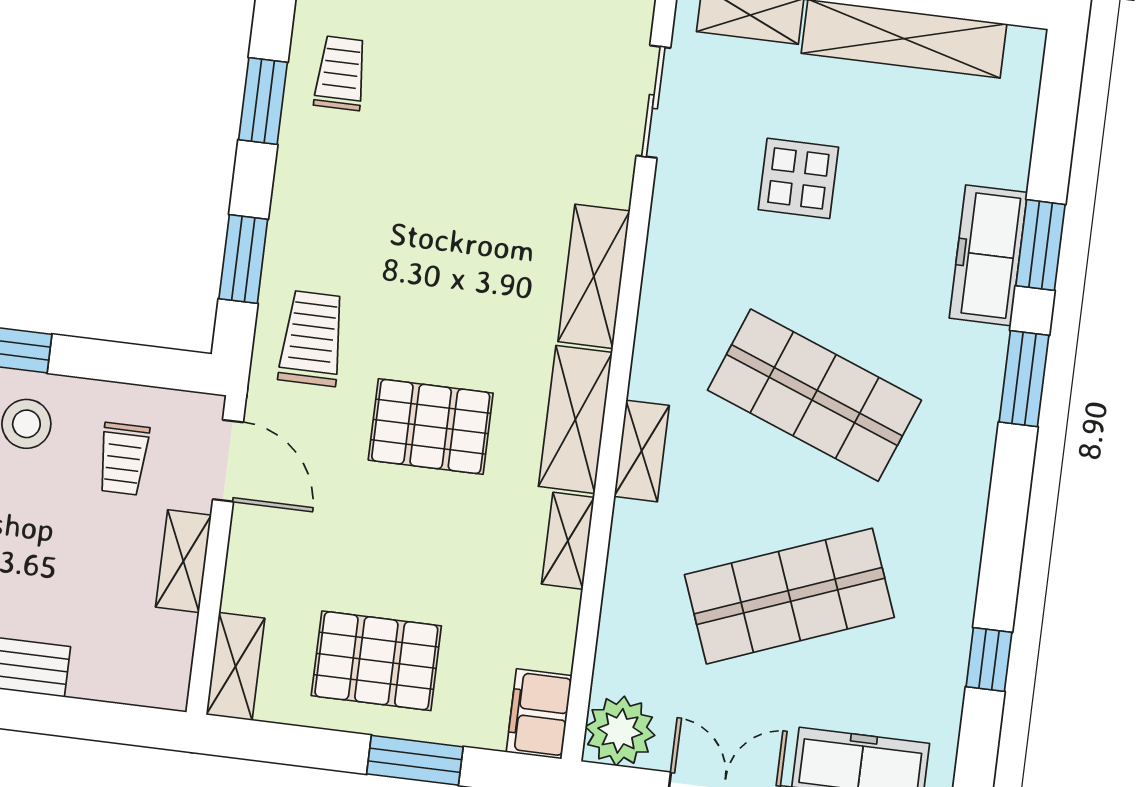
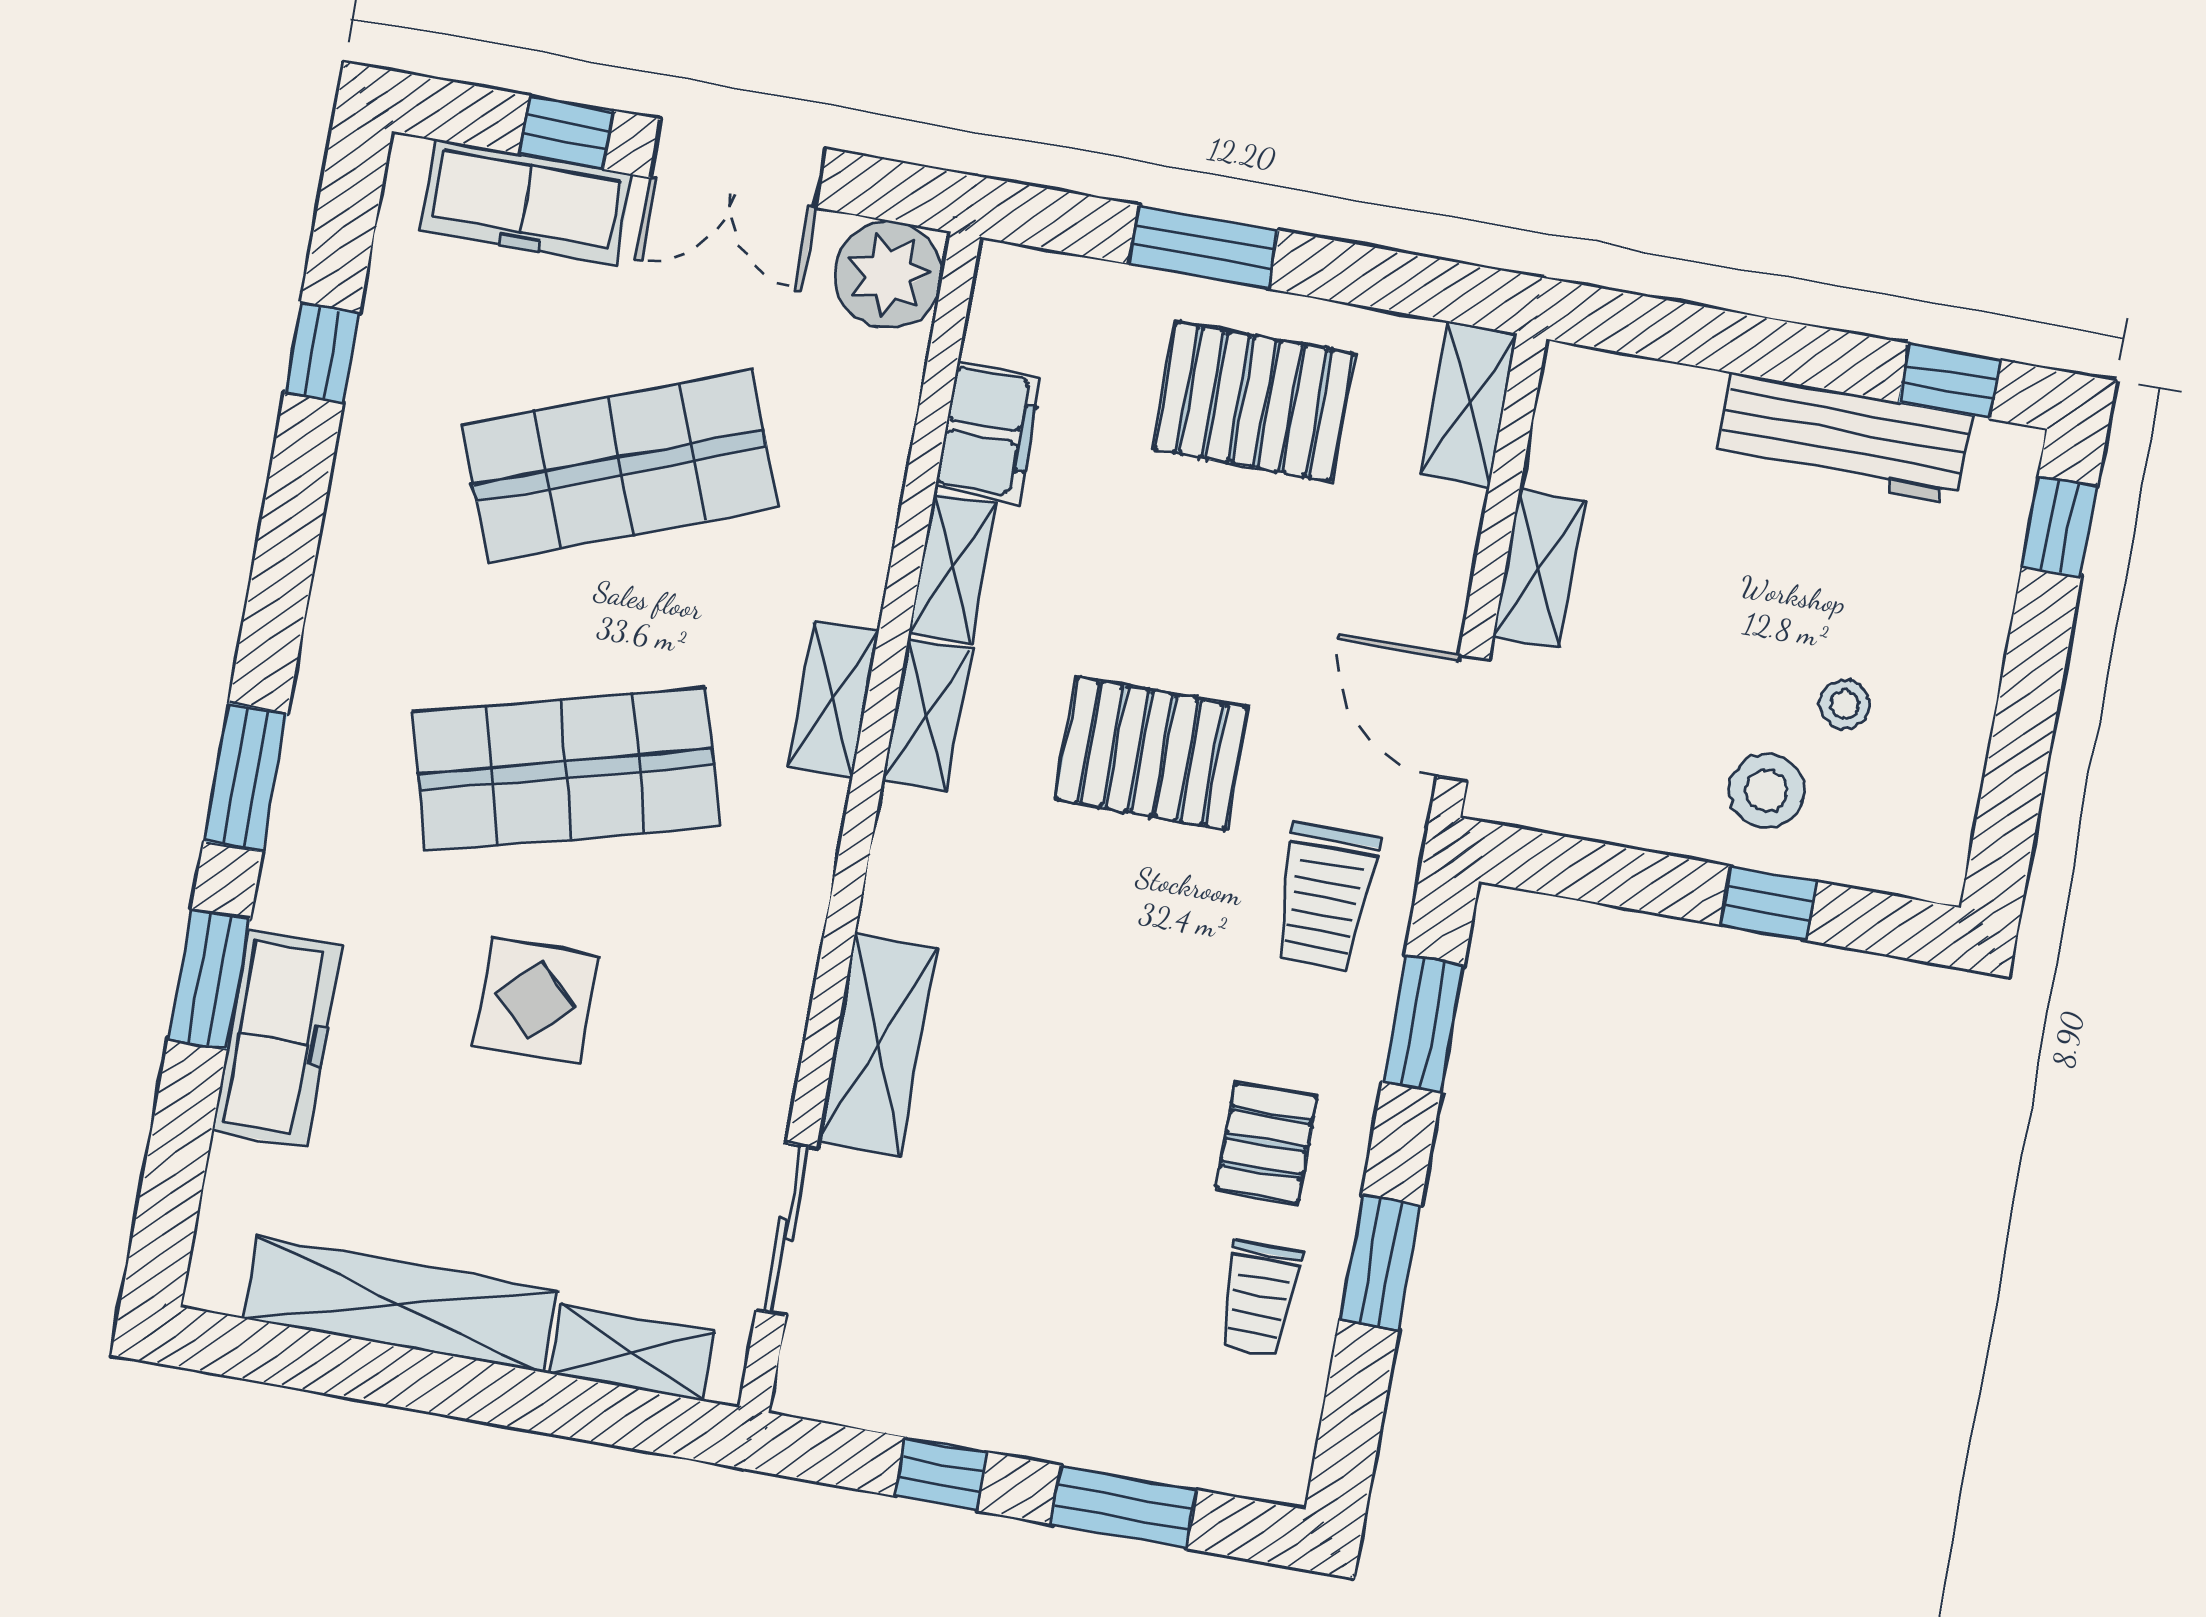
pallet: (342, 175) -> (1267, 1143), added
display table: (798, 178) -> (536, 1000), moved
freezer: (988, 255) -> (277, 1038), moved
shelving: (594, 276) -> (878, 1045), moved
shop shelf: (814, 395) -> (566, 769), turned -36
shelving: (575, 419) -> (927, 715), width x0.67, depth x0.75
trolley: (123, 459) -> (1622, 730), removed
filing cabinet: (539, 714) -> (988, 432), moved

